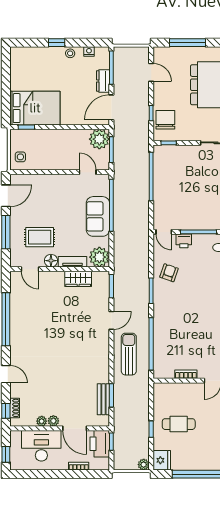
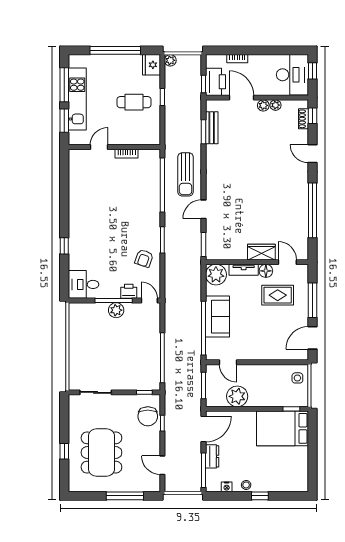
plant: (99, 139) -> (237, 396), moved
plant: (196, 223) -> (116, 310), added
wardrobe: (78, 279) -> (261, 252), moved
desk: (41, 446) -> (292, 75), moved, turned -90

